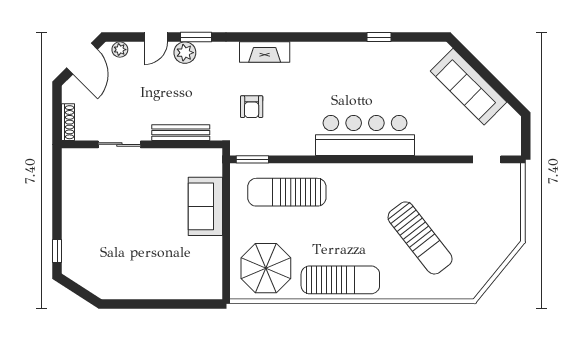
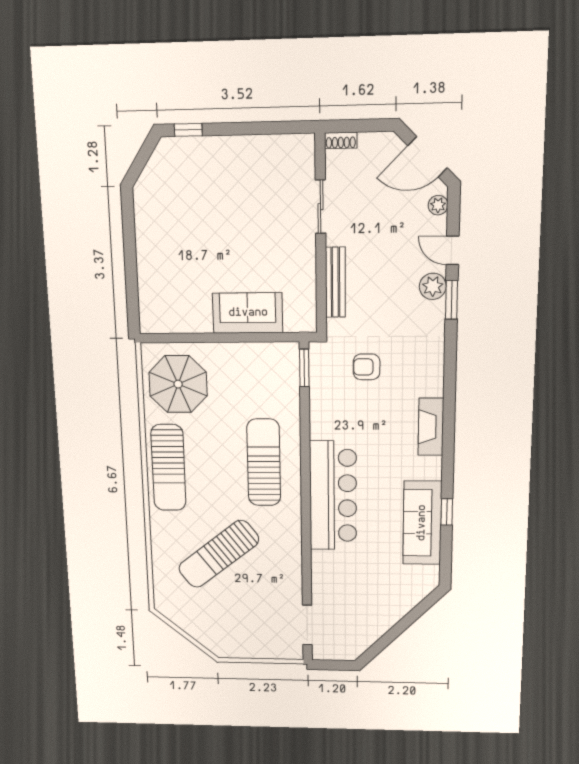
fireplace: (265, 52) -> (431, 427), moved
sofa: (469, 87) -> (422, 523), moved, turned -45
shoe rack: (68, 122) -> (341, 140), width x0.70
doorway: (487, 159) -> (307, 625), width x1.38
sun lounger: (287, 192) -> (264, 462), moved

